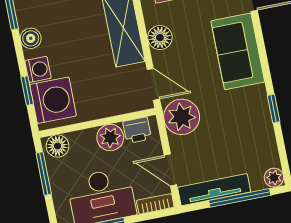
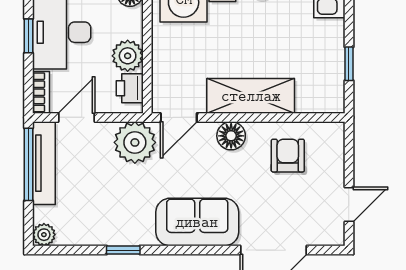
window: (240, 198) -> (29, 164), moved

